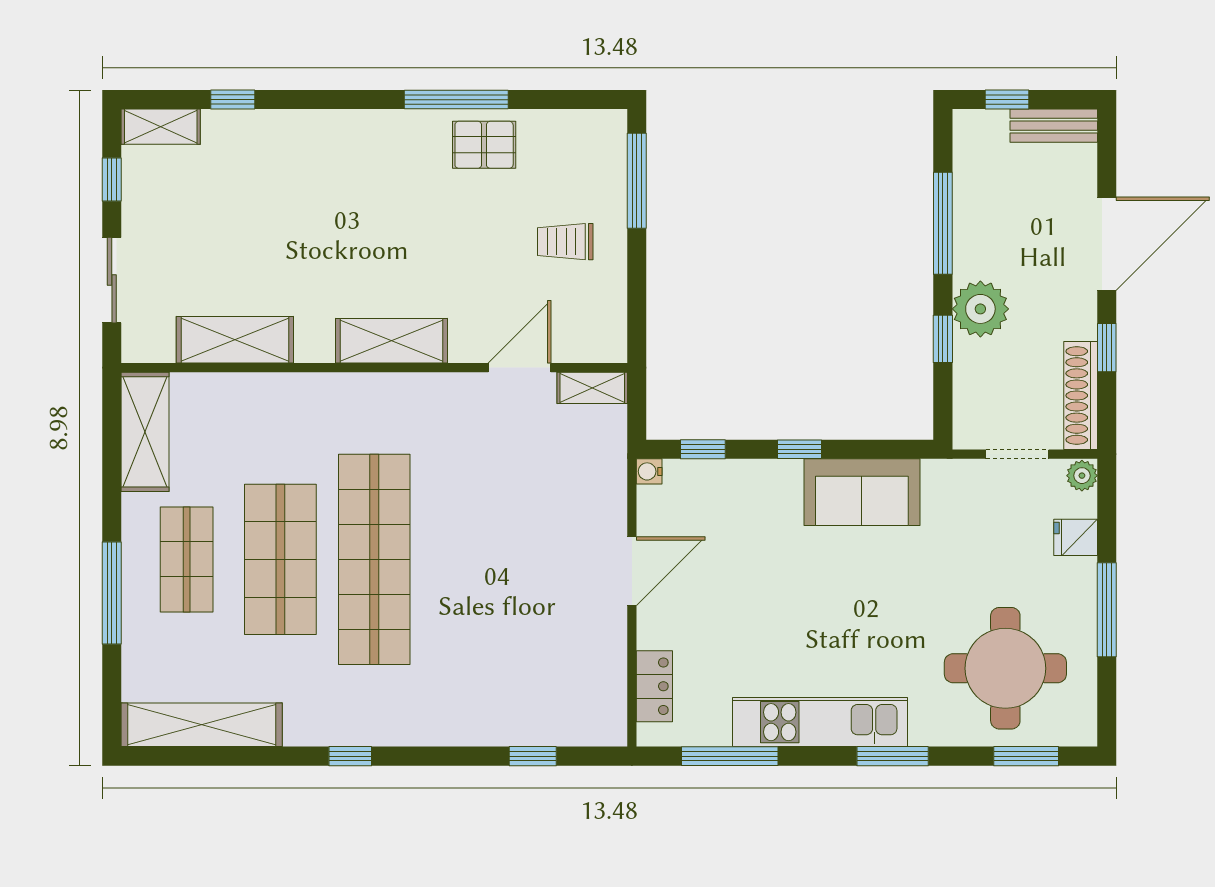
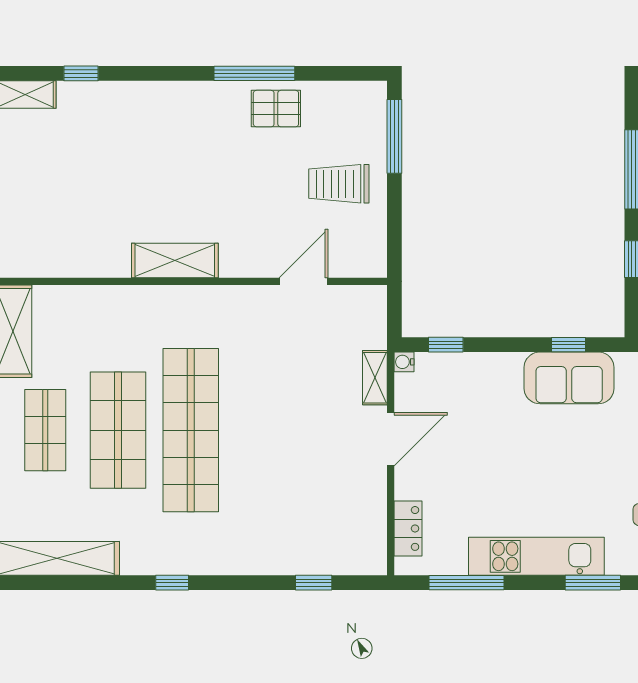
trolley: (565, 242) -> (339, 184), width x1.36, depth x1.39
shelving: (235, 340) -> (83, 260), removed
shelving: (391, 341) -> (175, 261), moved
shelving: (592, 388) -> (375, 378), moved, turned 90
window: (799, 449) -> (569, 345), moved

